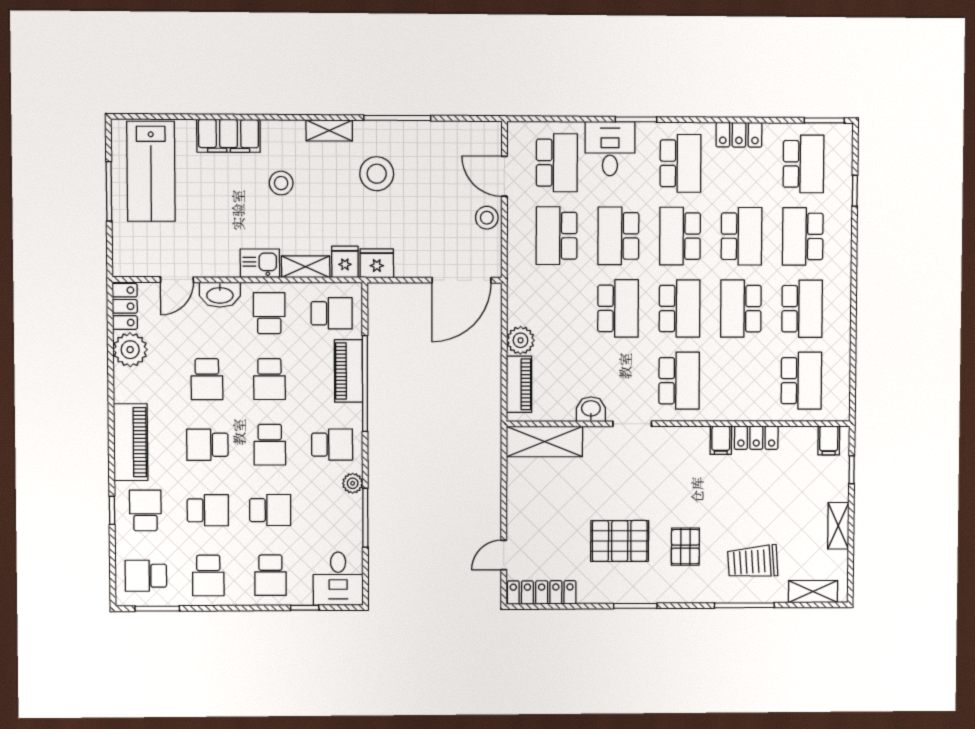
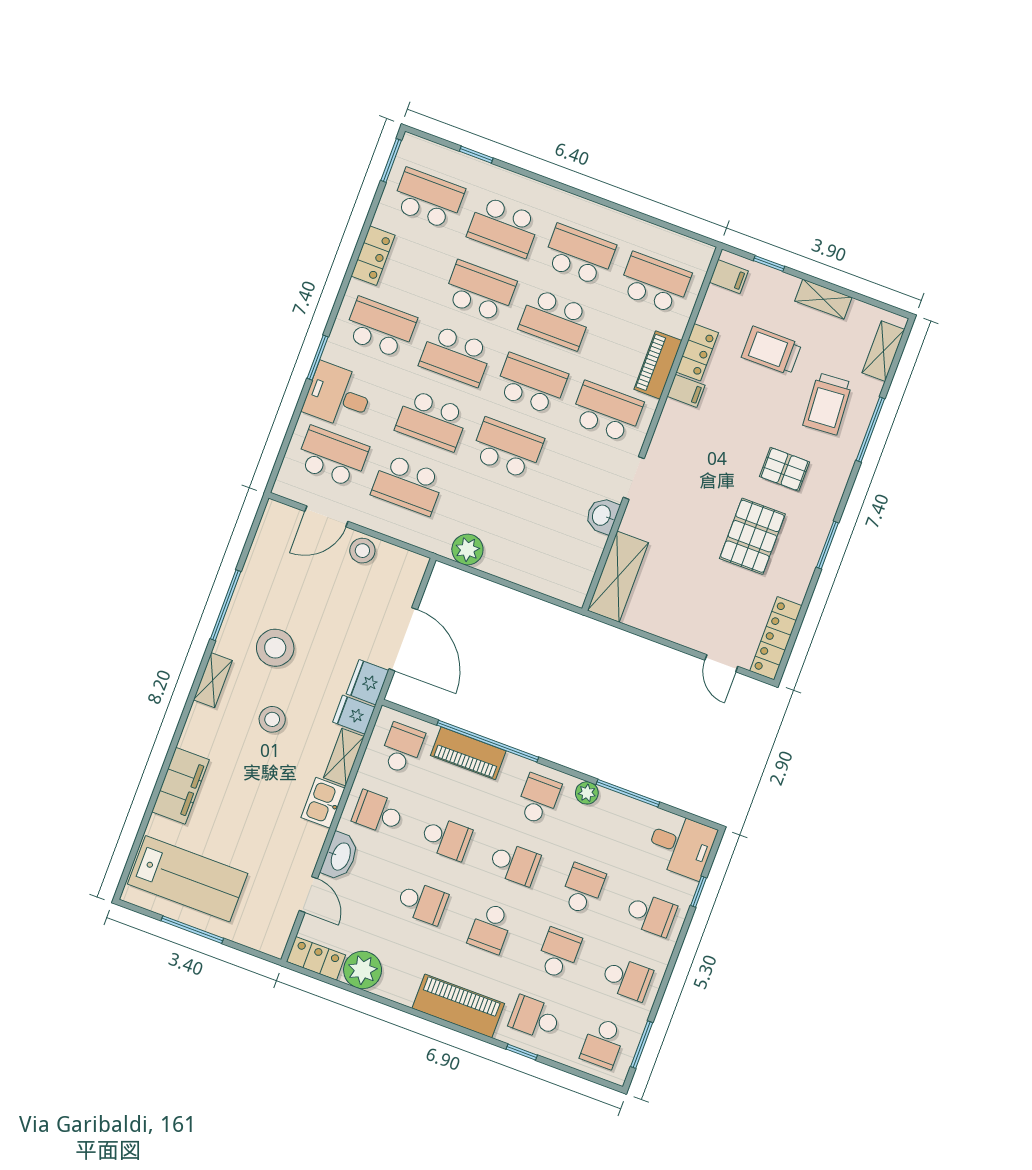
stool: (281, 183) -> (272, 719), moved
door: (462, 280) -> (403, 639), moved
plant: (520, 340) -> (467, 550), moved
piano: (519, 384) -> (658, 365), moved, turned -90
trolley: (780, 499) -> (772, 351), added

